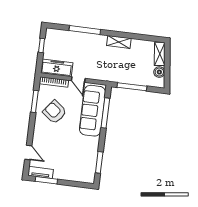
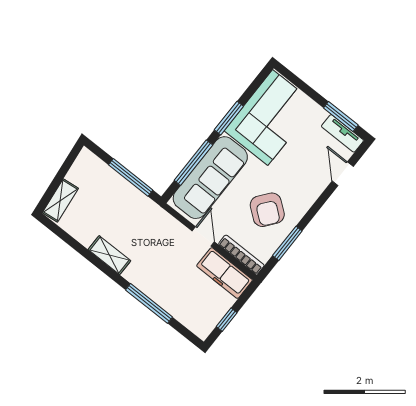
boiler: (159, 72) -> (77, 174), removed
corner sofa: (81, 158) -> (270, 118), added
window: (99, 162) -> (229, 118), moved

